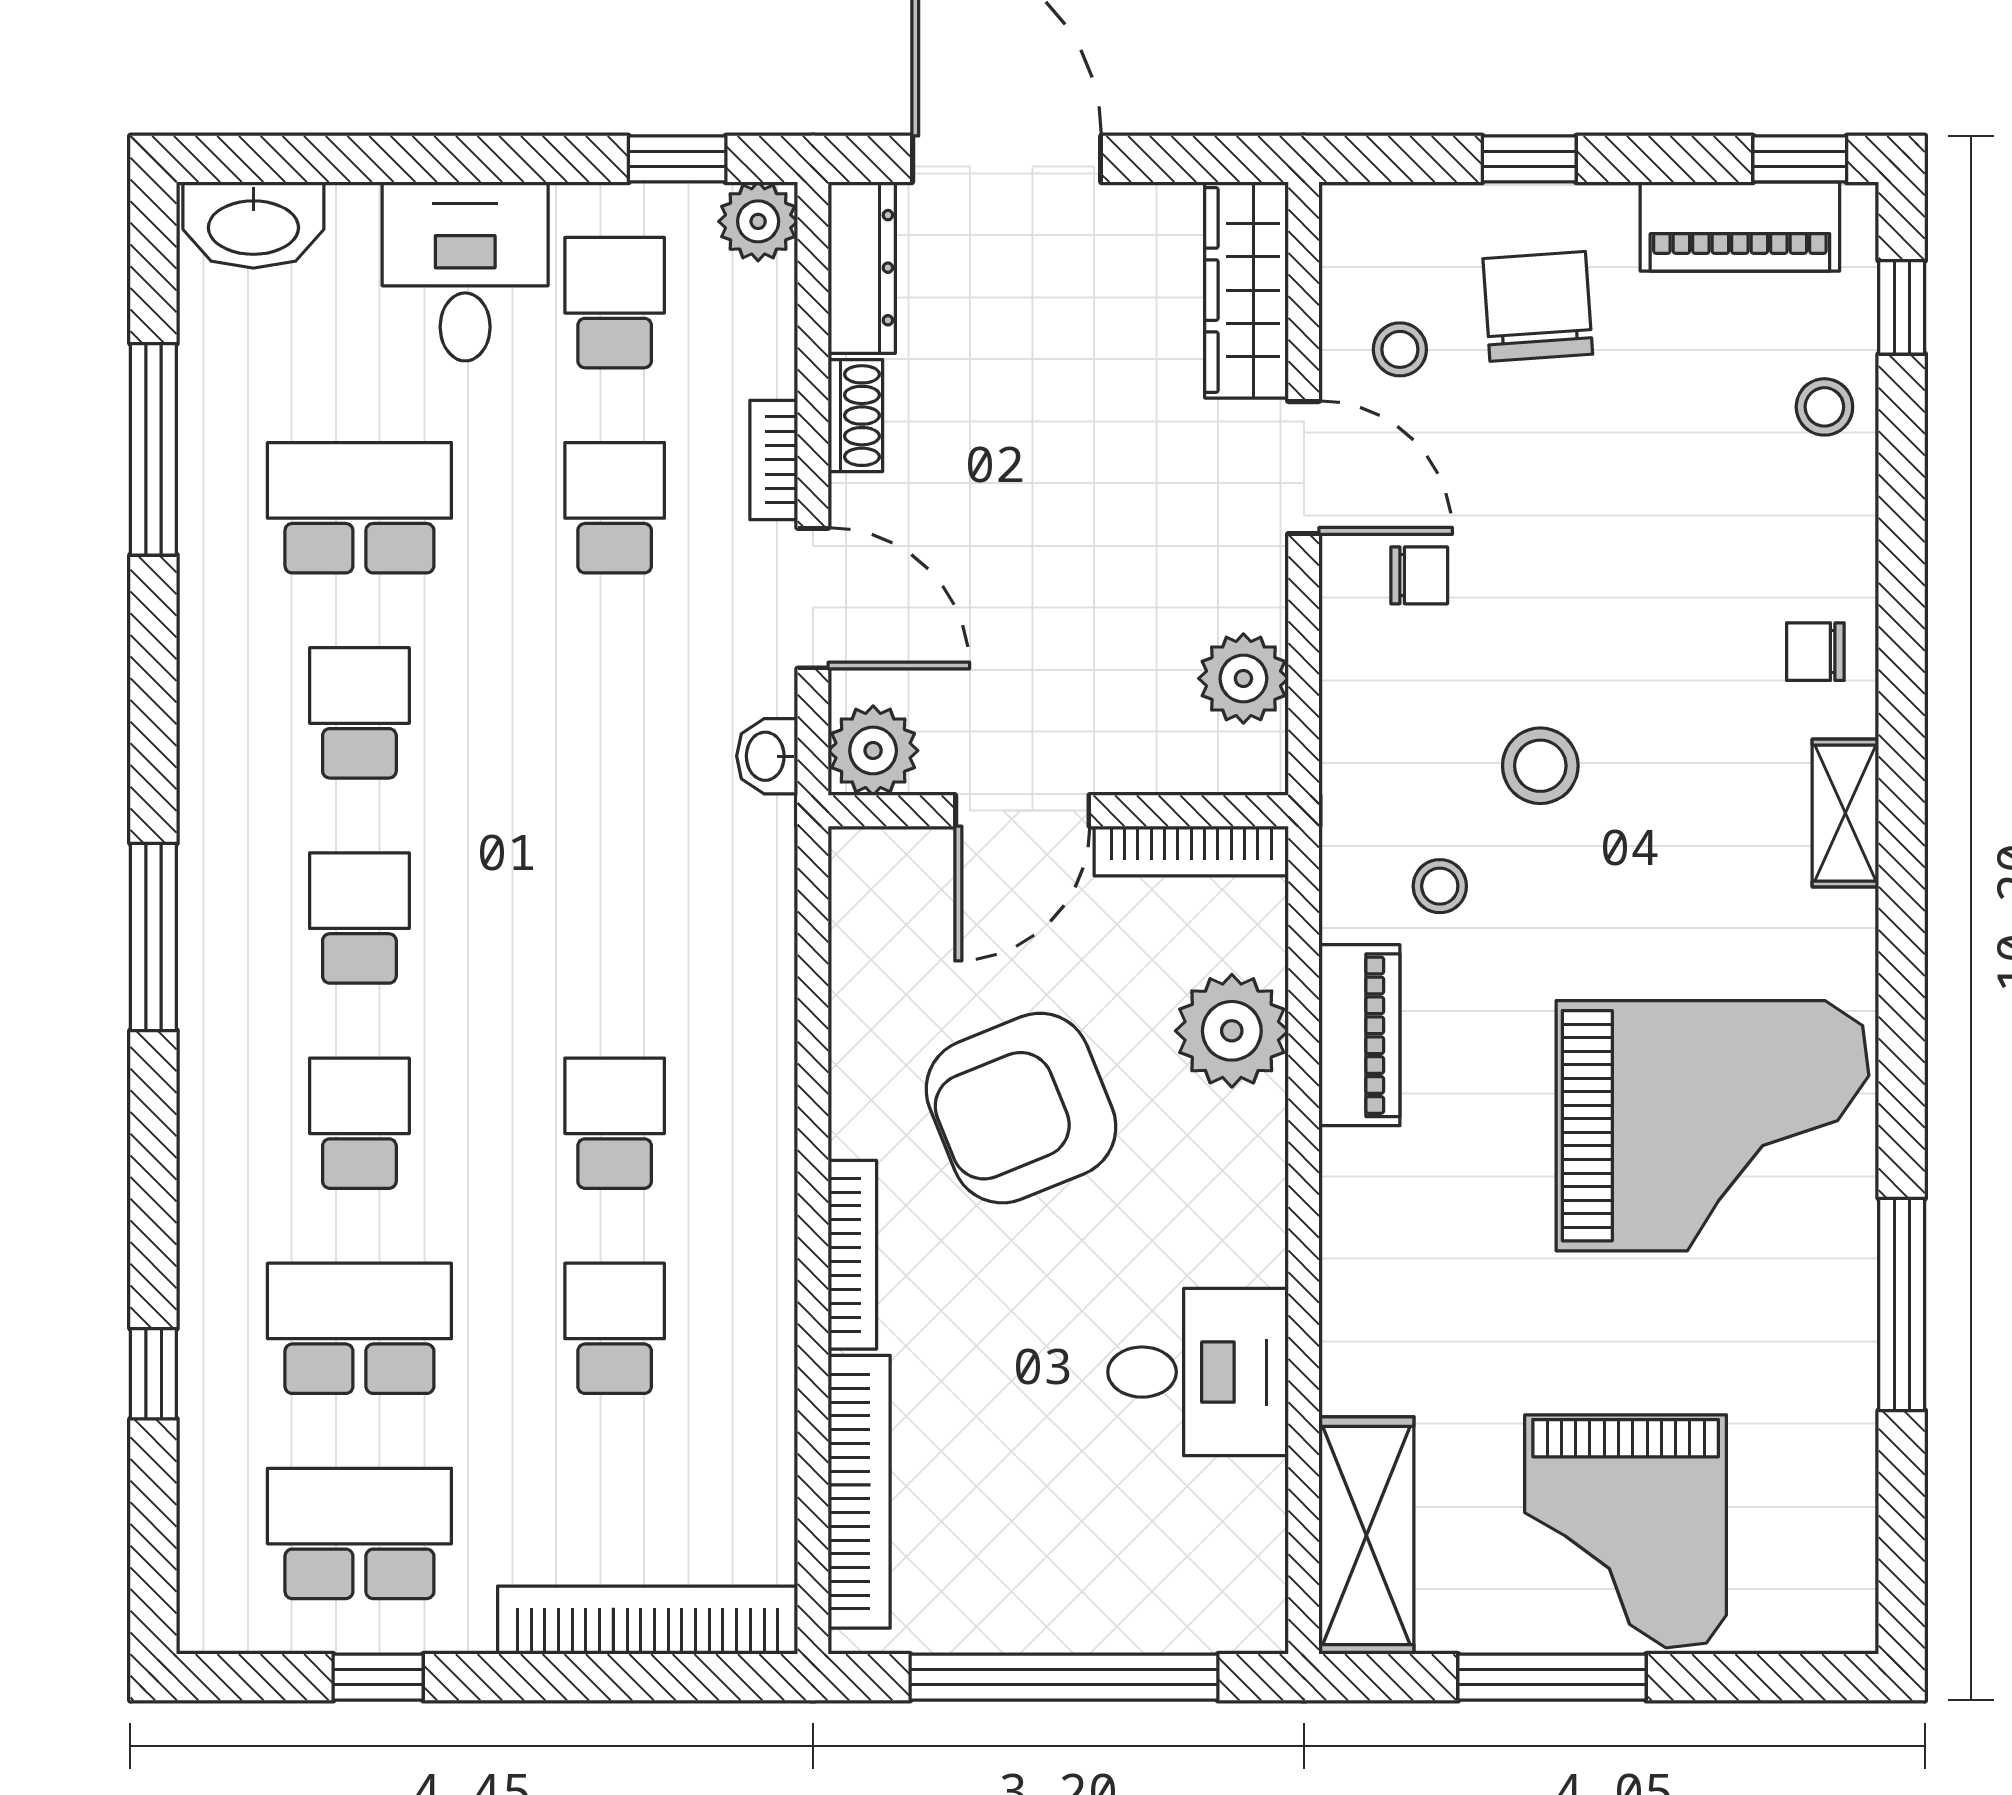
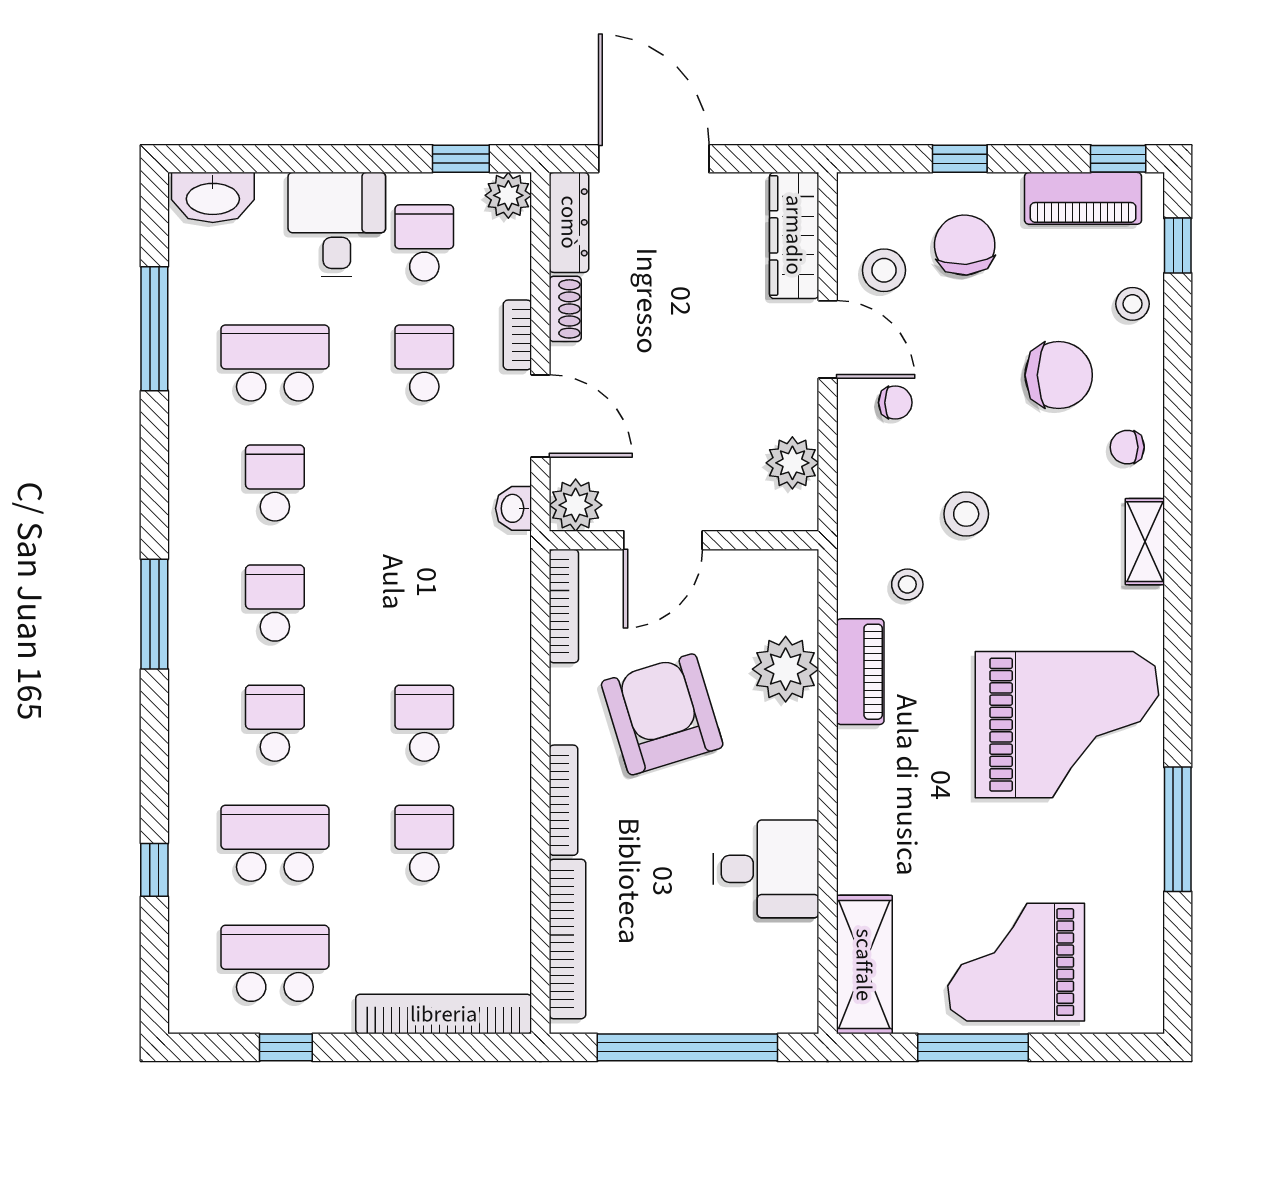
stool: (1400, 349) -> (884, 270), width x1.37, depth x1.37
chair: (1698, 529) -> (1059, 375), added
bookcase: (1191, 851) -> (564, 606), moved, turned -90
armchair: (1021, 1108) -> (662, 714), turned 95
grand piano: (1626, 1531) -> (1016, 962), turned 90

